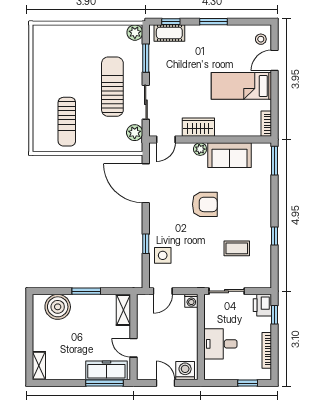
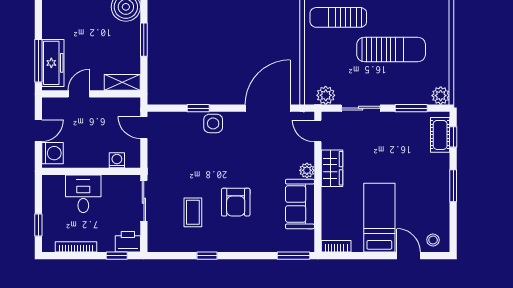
sun lounger: (112, 87) -> (391, 49), moved
armchair: (205, 204) -> (236, 202), moved
side table: (163, 255) -> (213, 123), moved
washing machine: (191, 301) -> (117, 160), moved, turned 90

